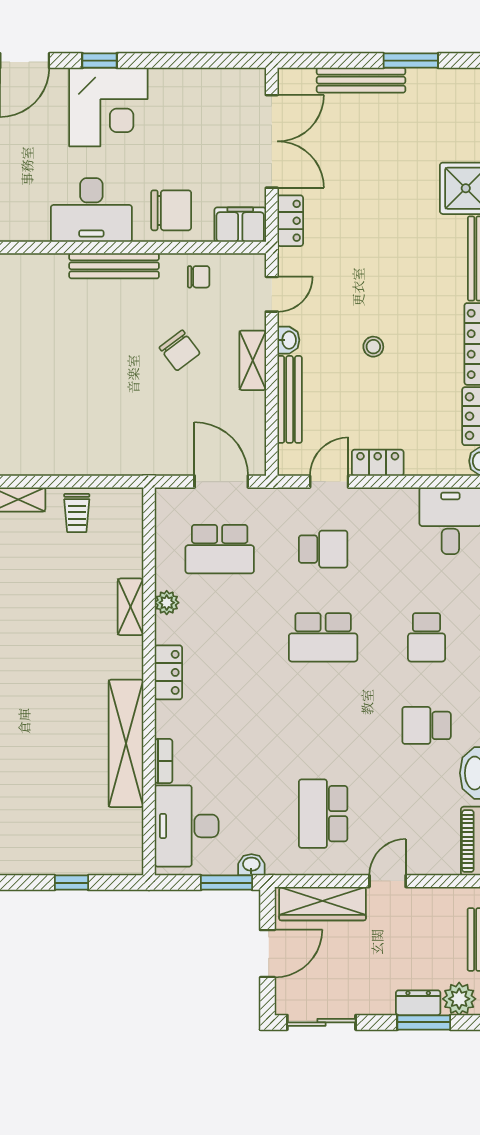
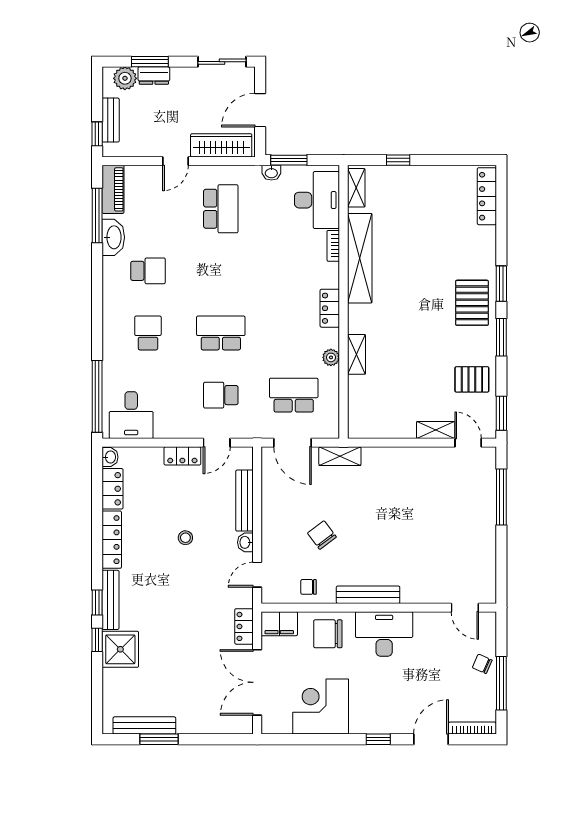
bench: (361, 80) -> (144, 725), moved
corner desk: (108, 107) -> (321, 707), moved
shelving: (253, 360) -> (340, 456), moved, turned 90
trolley: (77, 513) -> (394, 421), removed
shelving: (131, 843) -> (356, 188), added

